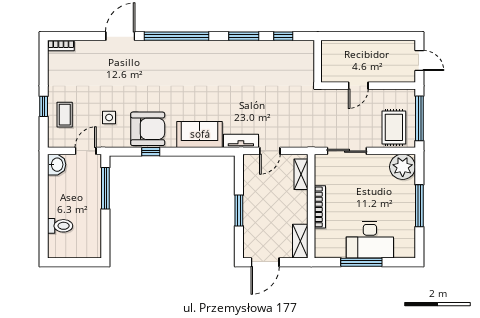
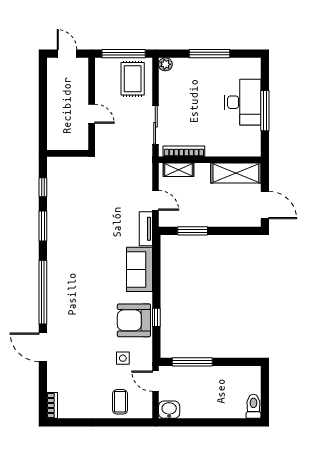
door: (419, 61) -> (67, 54), hinge flipped
window: (44, 106) -> (112, 422), removed
coffee table: (65, 115) -> (120, 402), turned 90
rug: (394, 127) -> (133, 79), turned 90
armchair: (148, 129) -> (134, 320), turned -90
plant: (403, 167) -> (165, 64), width x0.53, depth x0.53
bookcase: (320, 207) -> (184, 151), moved
window: (239, 210) -> (193, 231), moved
toilet: (60, 226) -> (253, 406), moved
shelving: (300, 241) -> (236, 173), width x1.50, depth x1.33

